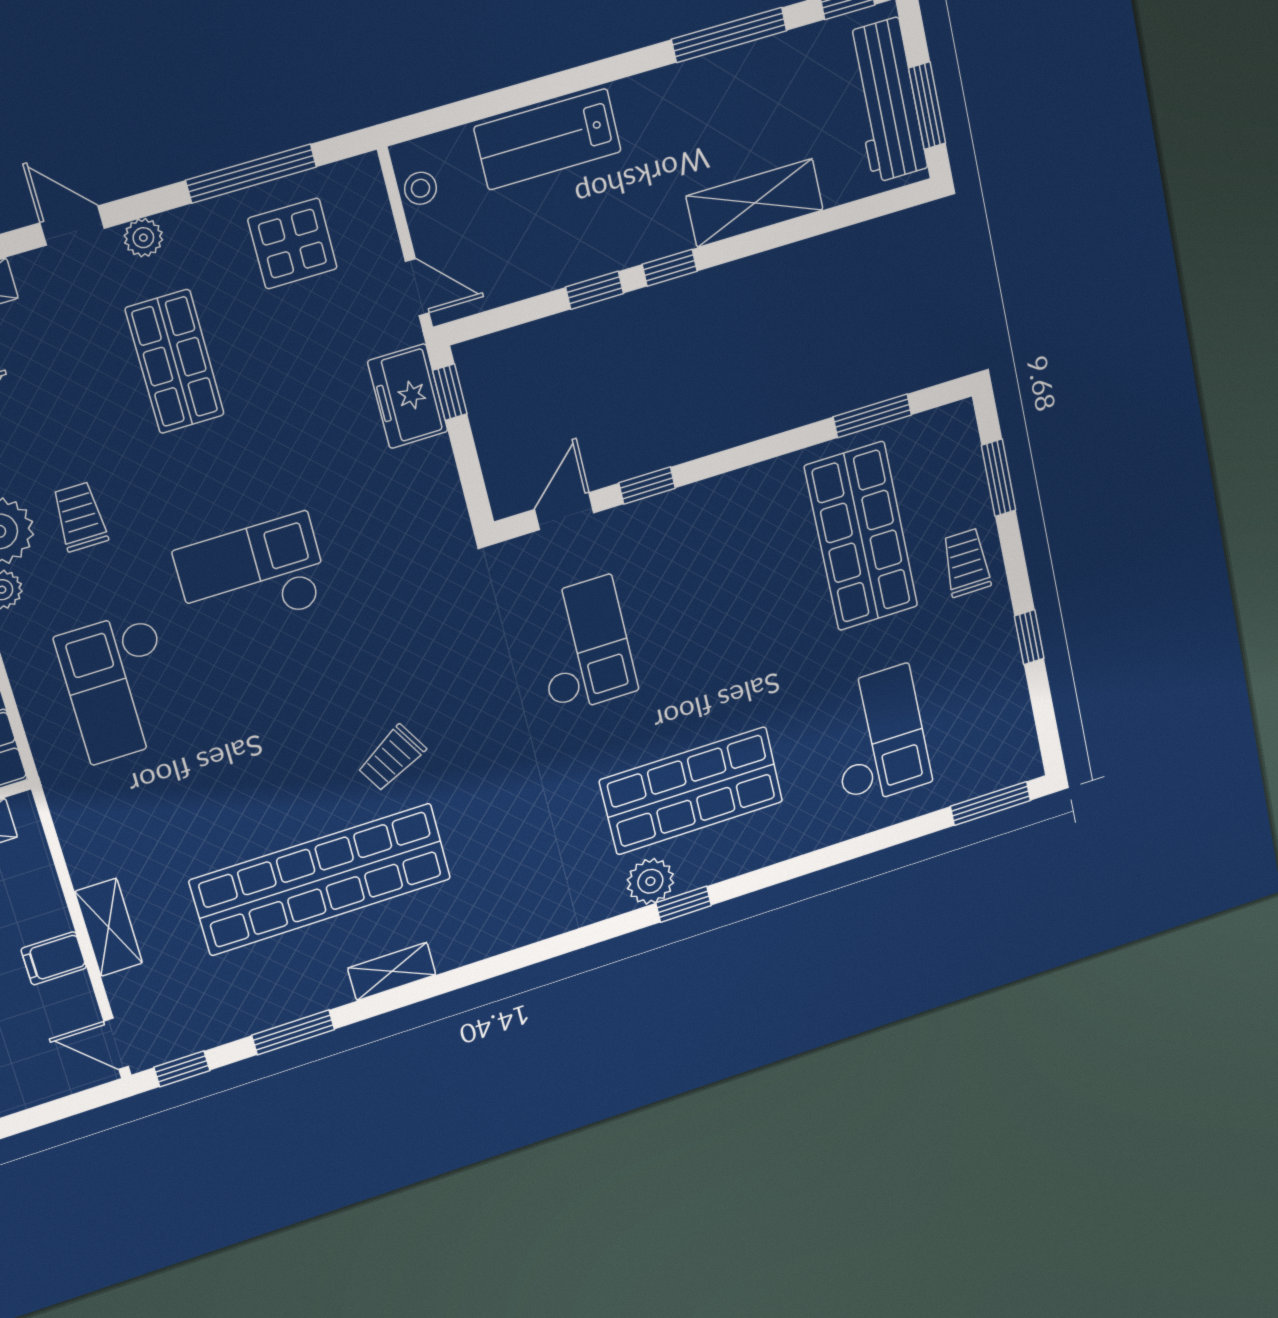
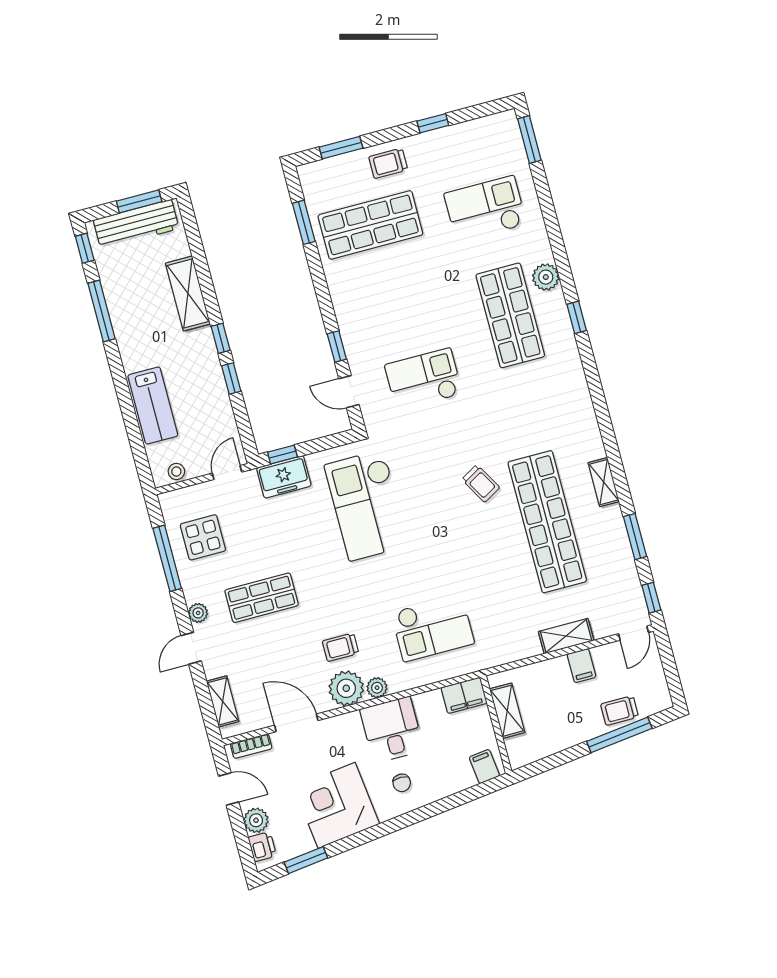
checkout: (252, 576) -> (367, 505), moved, width x1.36, depth x1.21
plant: (650, 881) -> (546, 277), moved

